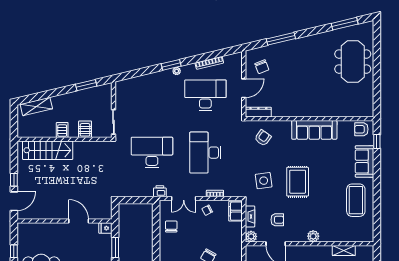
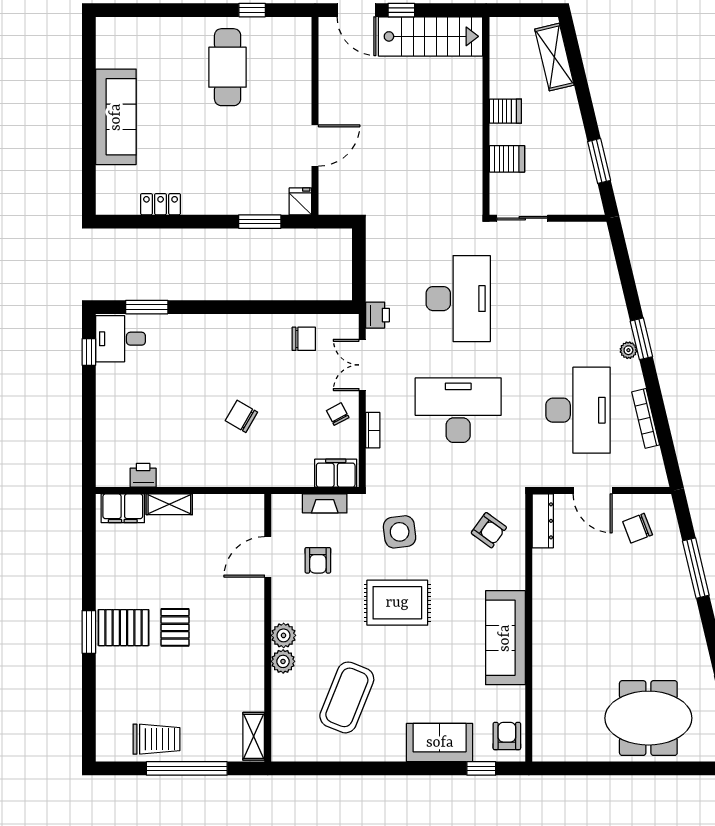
stairs: (48, 150) -> (431, 36), moved, turned -90
coffee table: (356, 200) -> (347, 697), moved, turned -68
plant: (251, 236) -> (283, 661), moved
shelving: (344, 250) -> (254, 736), moved

